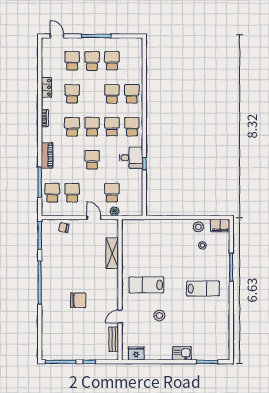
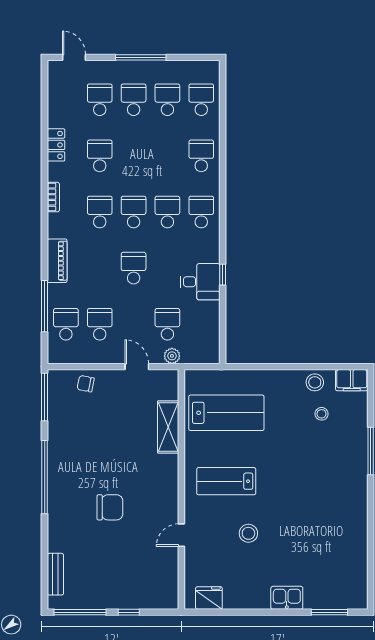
school desk: (112, 94) -> (201, 100), moved
desk: (131, 158) -> (200, 282), moved
lab bench: (203, 289) -> (226, 413), moved, width x1.36, depth x1.39
bench: (114, 339) -> (55, 574), moved

